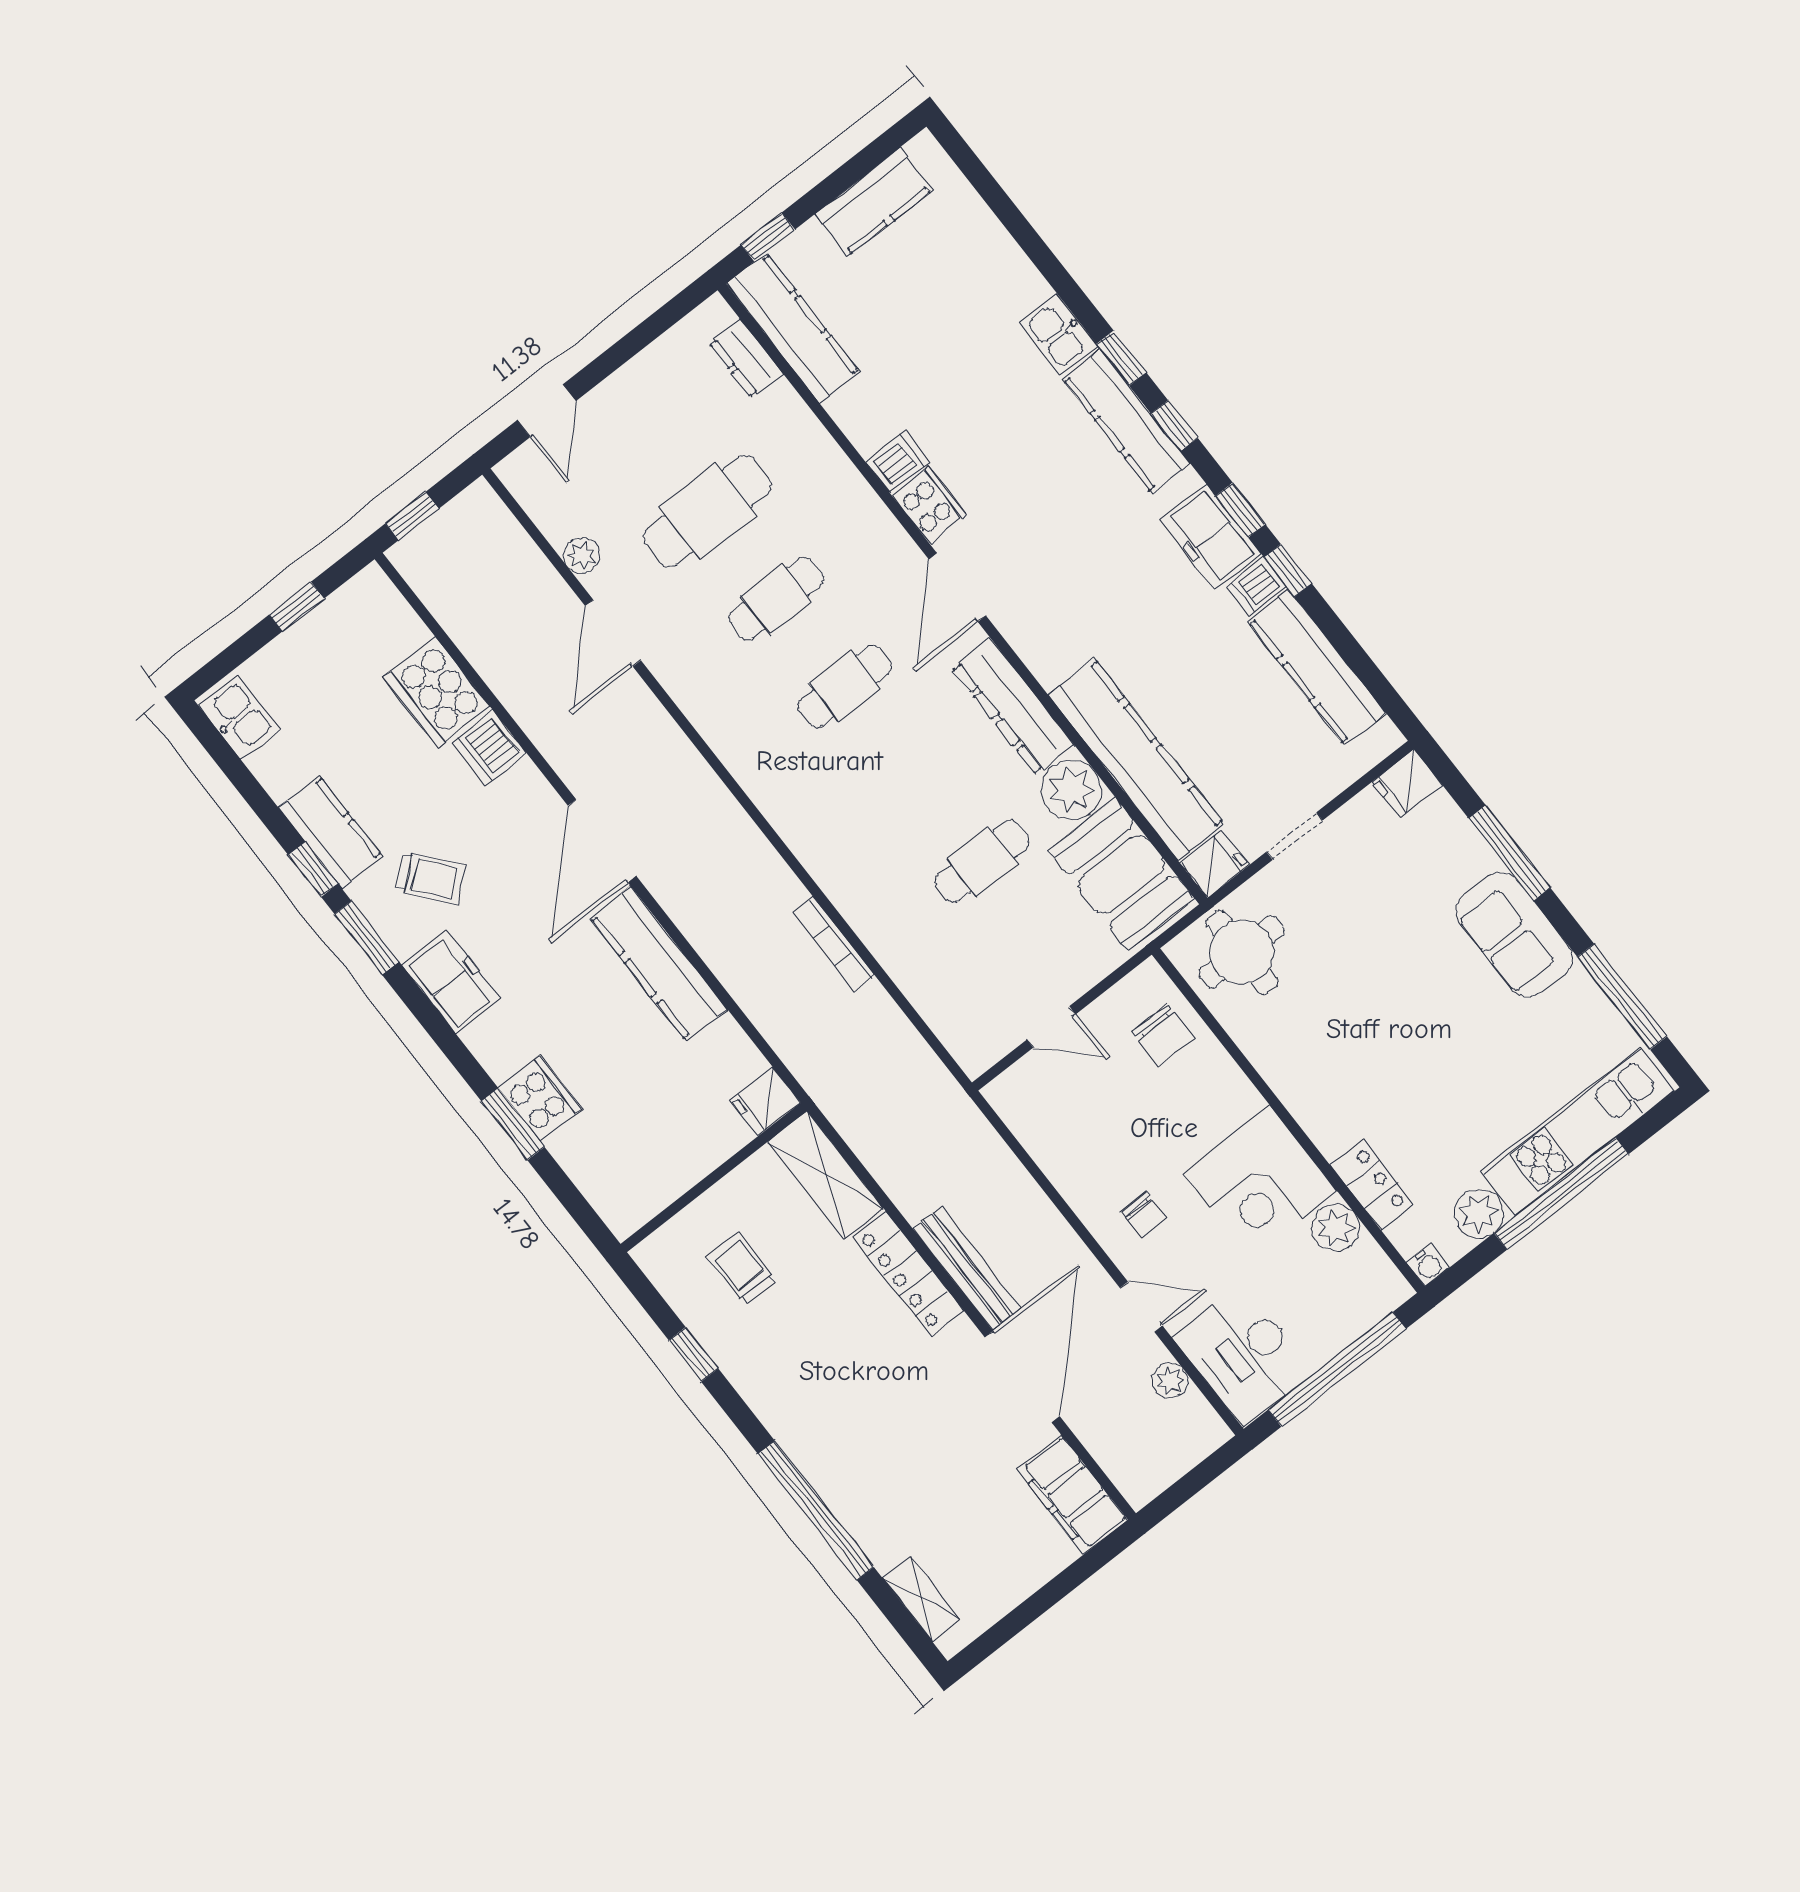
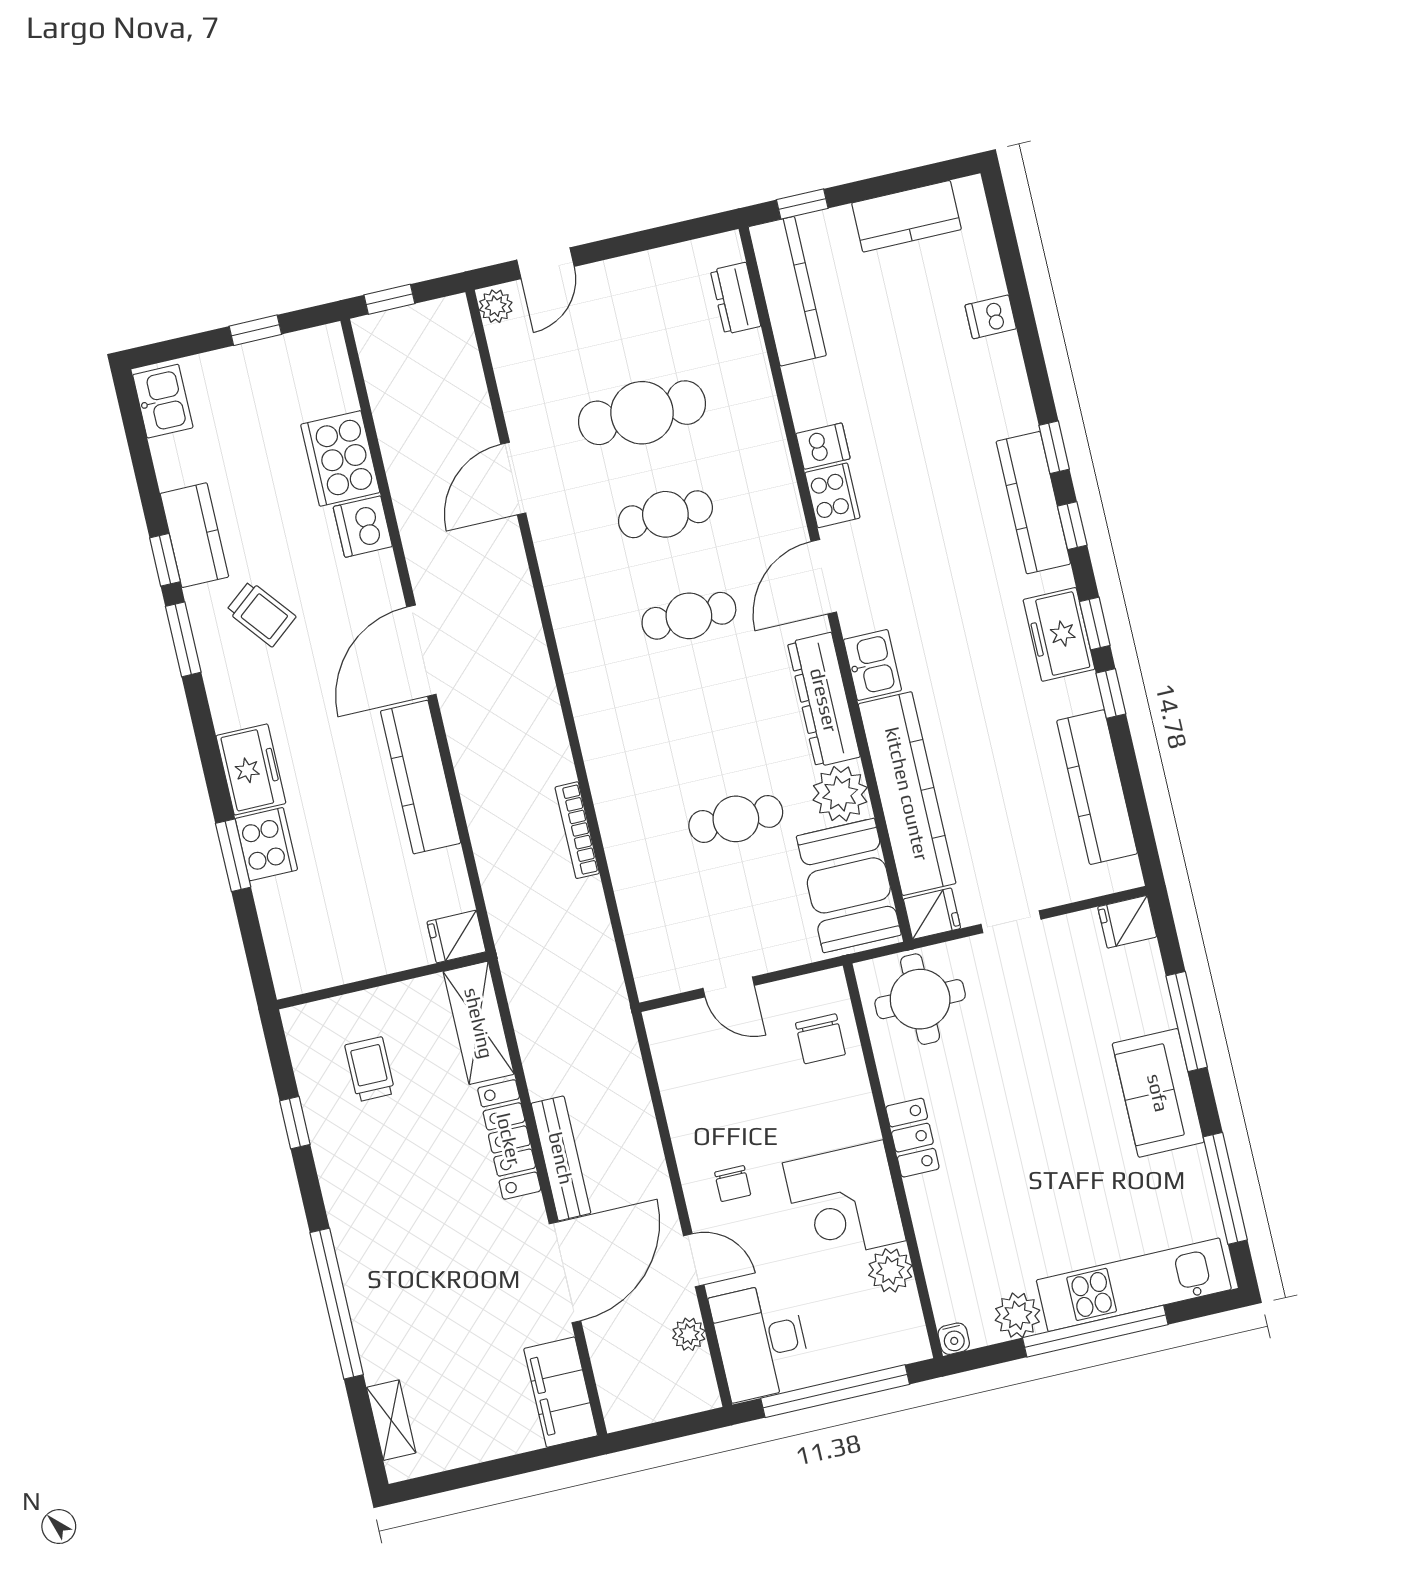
kitchen sink: (1059, 335) -> (872, 665), moved, turned 180
plant: (582, 556) -> (496, 306), moved
dishwasher: (1256, 586) -> (991, 317), moved
freezer: (451, 982) -> (251, 769), moved
locker: (1372, 1185) -> (912, 1138), moved

